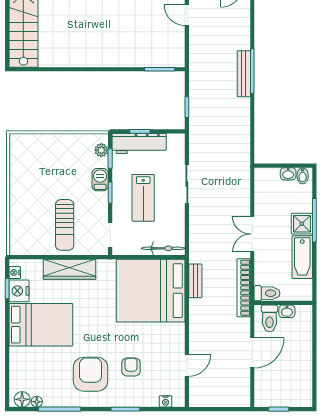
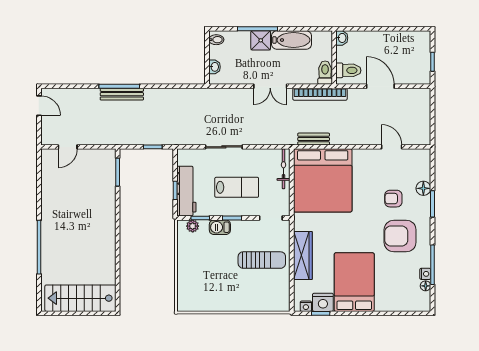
washbasin: (288, 174) -> (214, 67), moved
washbasin: (287, 311) -> (342, 38), moved
floor lamp: (22, 399) -> (423, 188), moved
nightstand: (166, 401) -> (425, 274), moved

